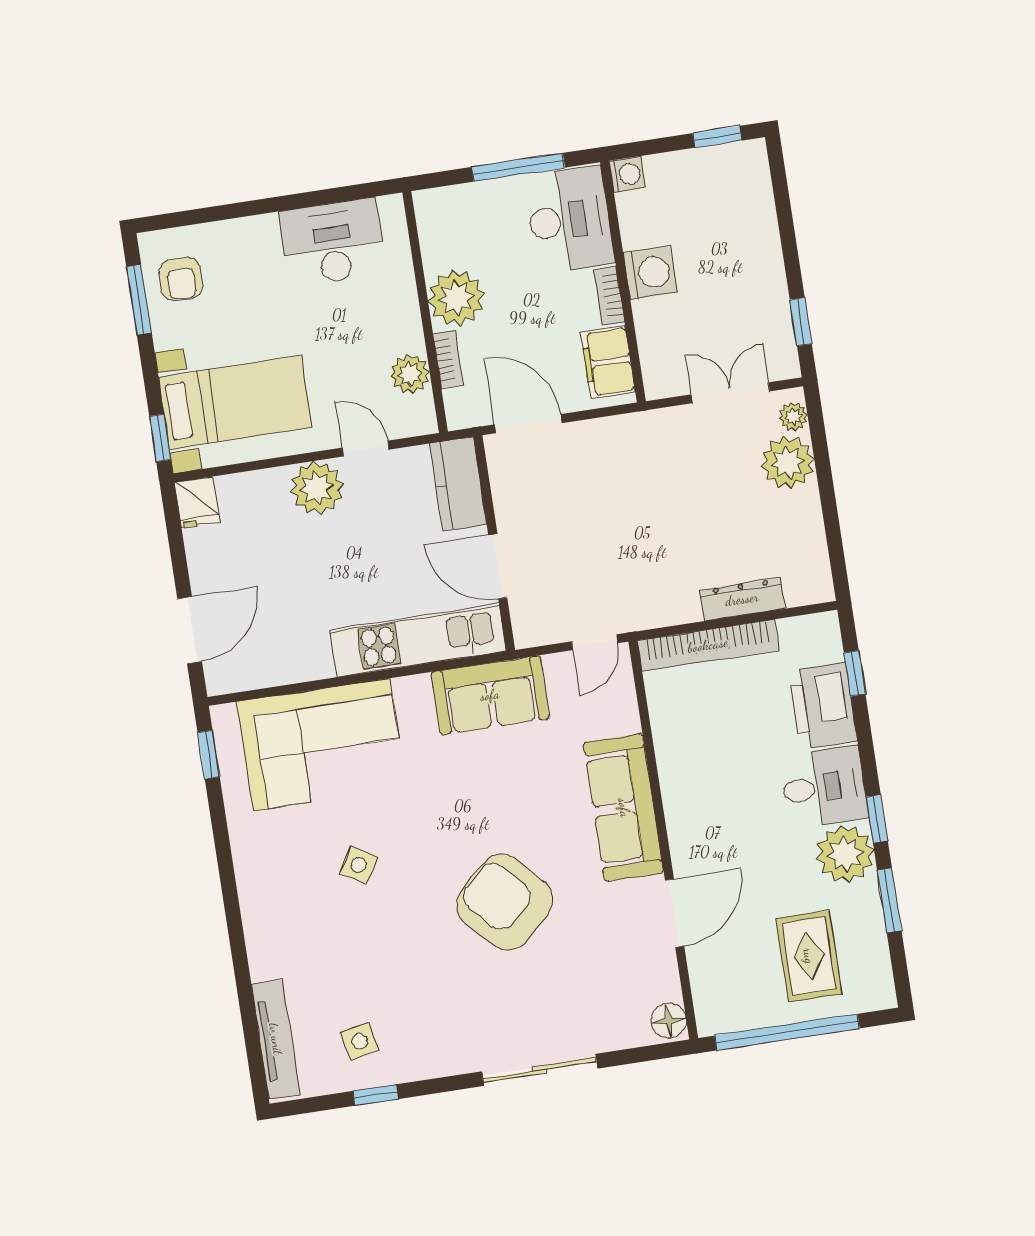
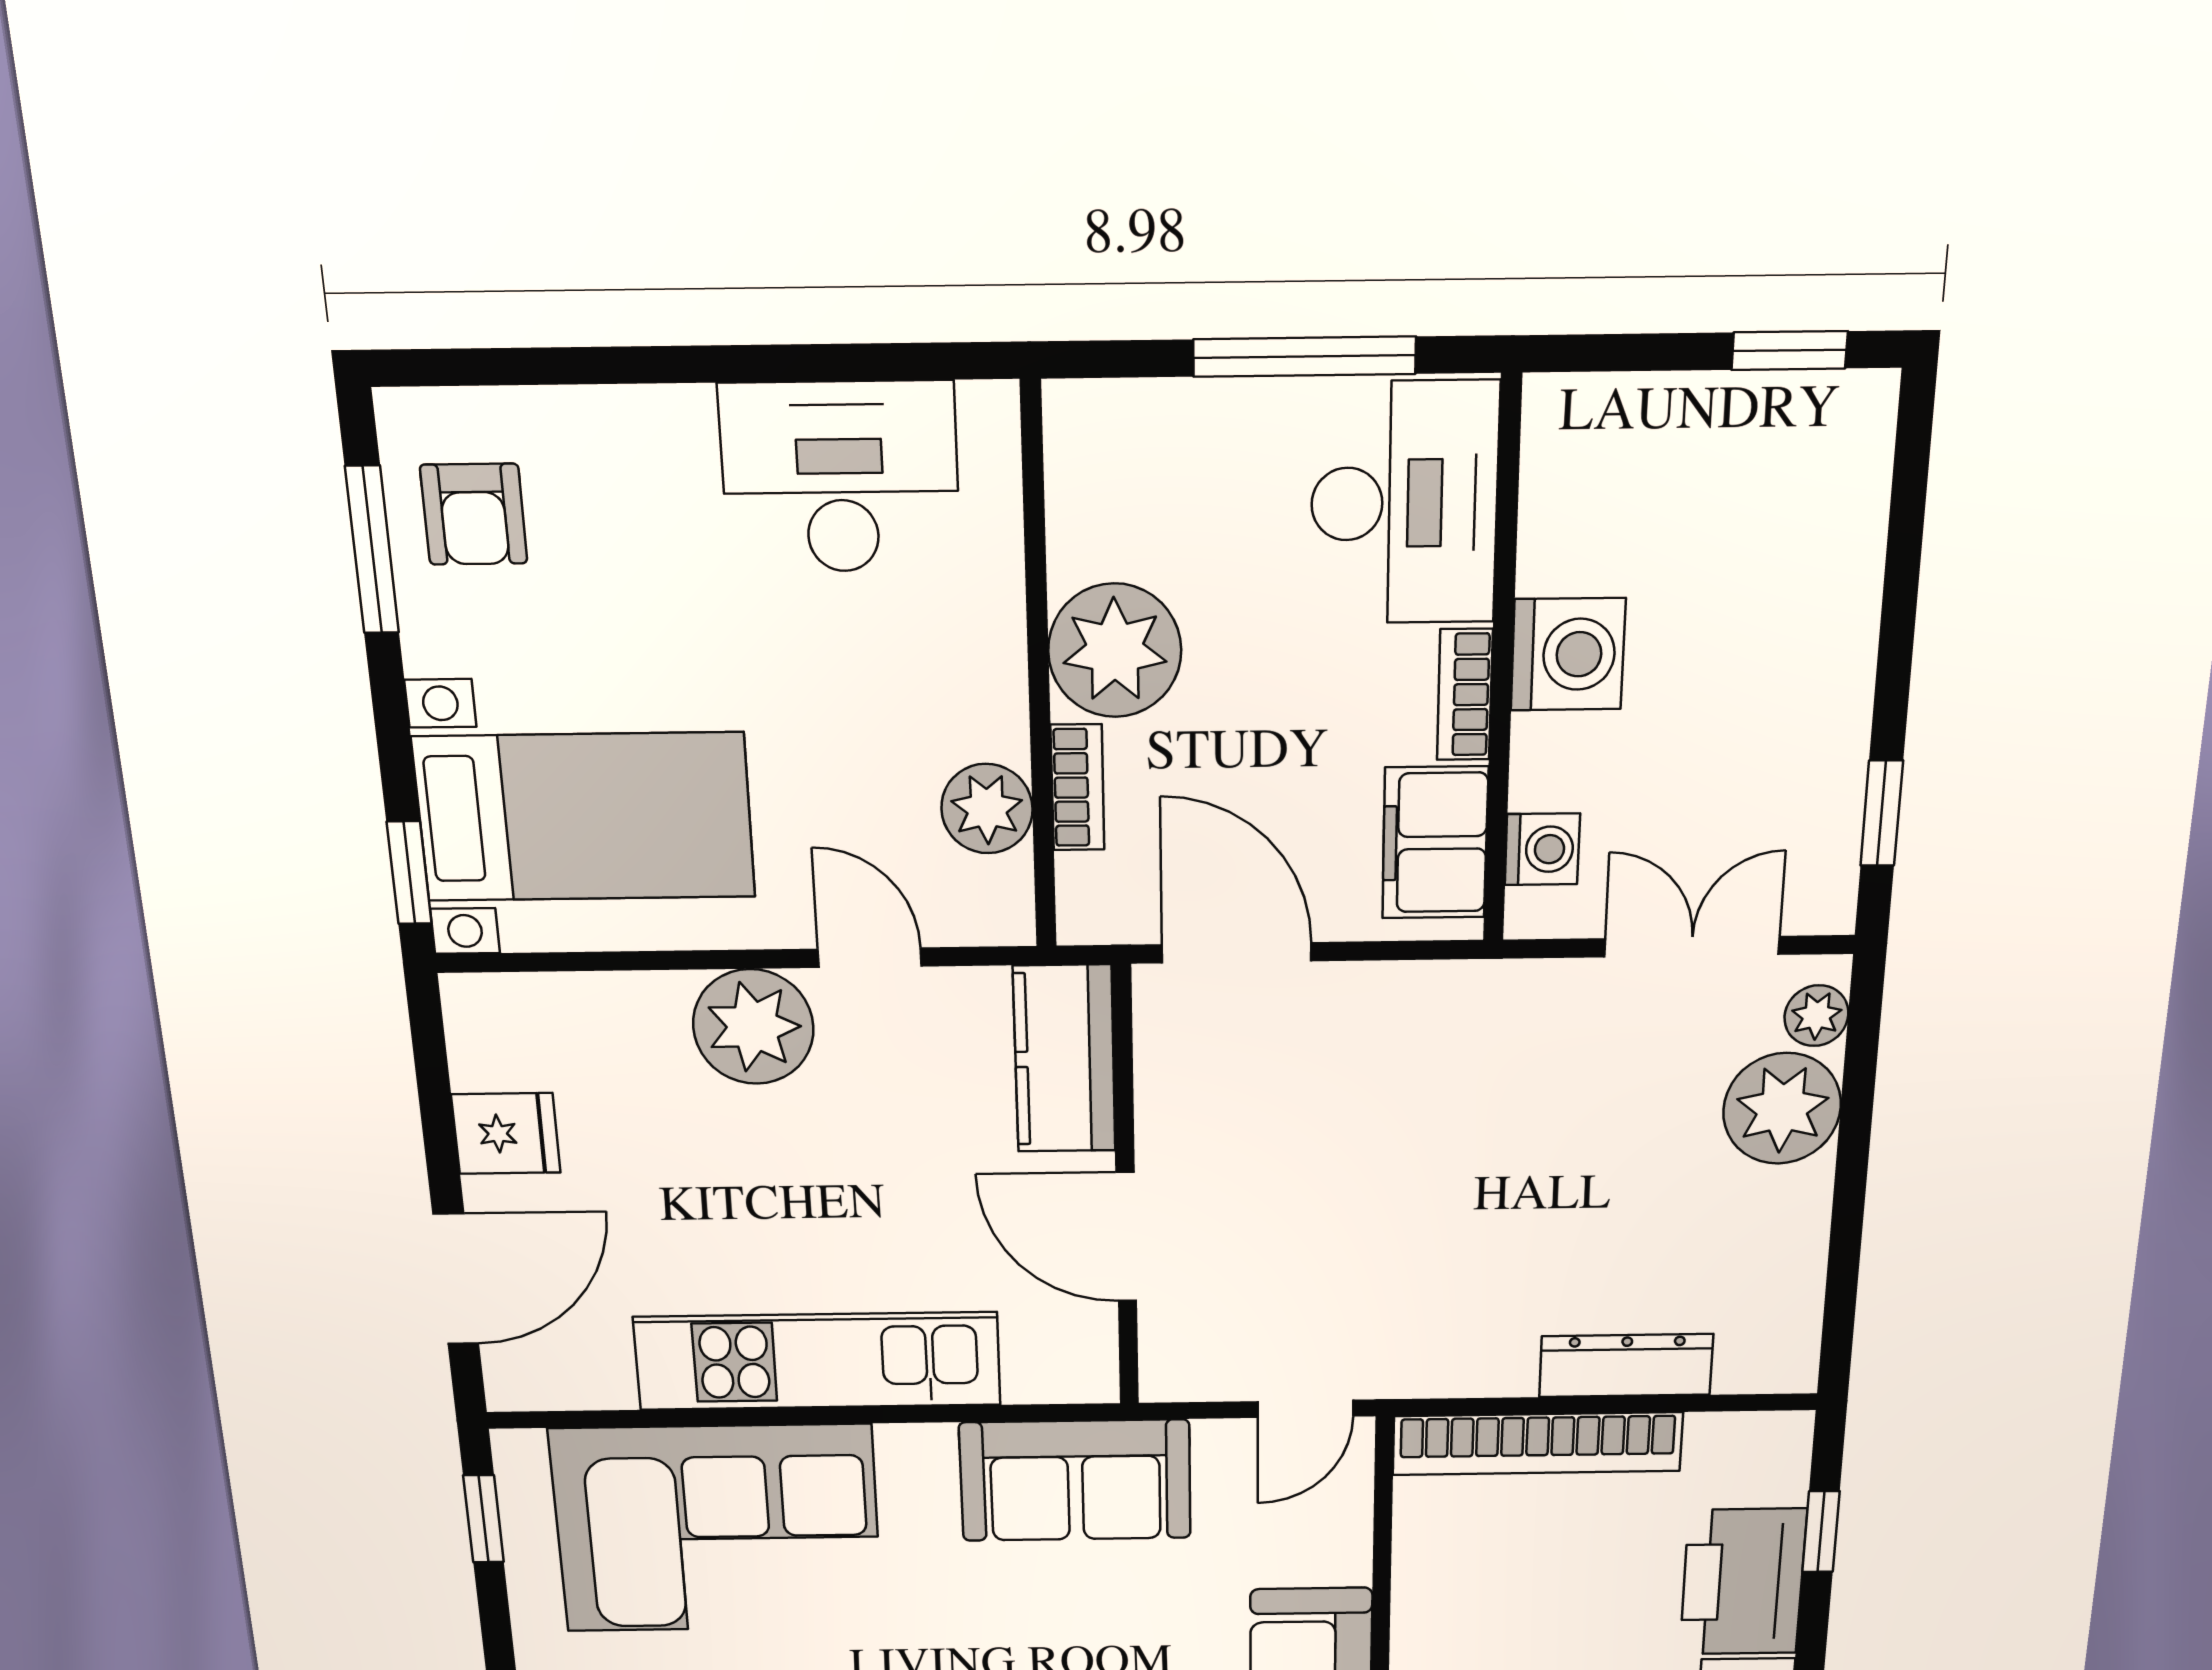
washing machine: (627, 174) -> (1542, 849), moved
fridge: (197, 502) -> (506, 1134), moved, turned -90
kitchen unit: (418, 640) -> (818, 1361), moved

